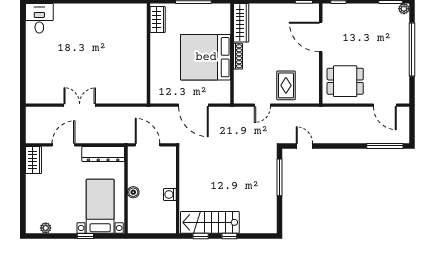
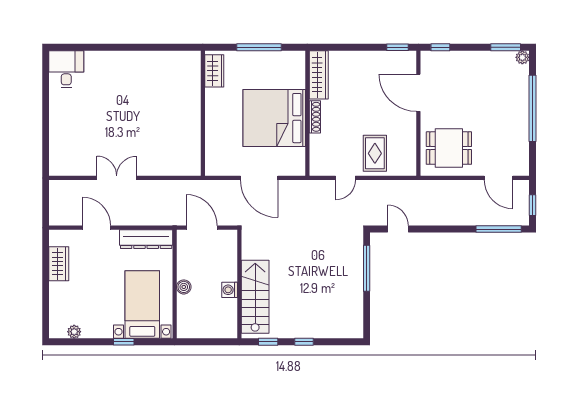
window: (412, 127) -> (532, 205), added
door: (64, 145) -> (97, 228), hinge flipped
wardrobe: (33, 160) -> (59, 264), moved
stairs: (210, 222) -> (255, 297), moved, turned 90

